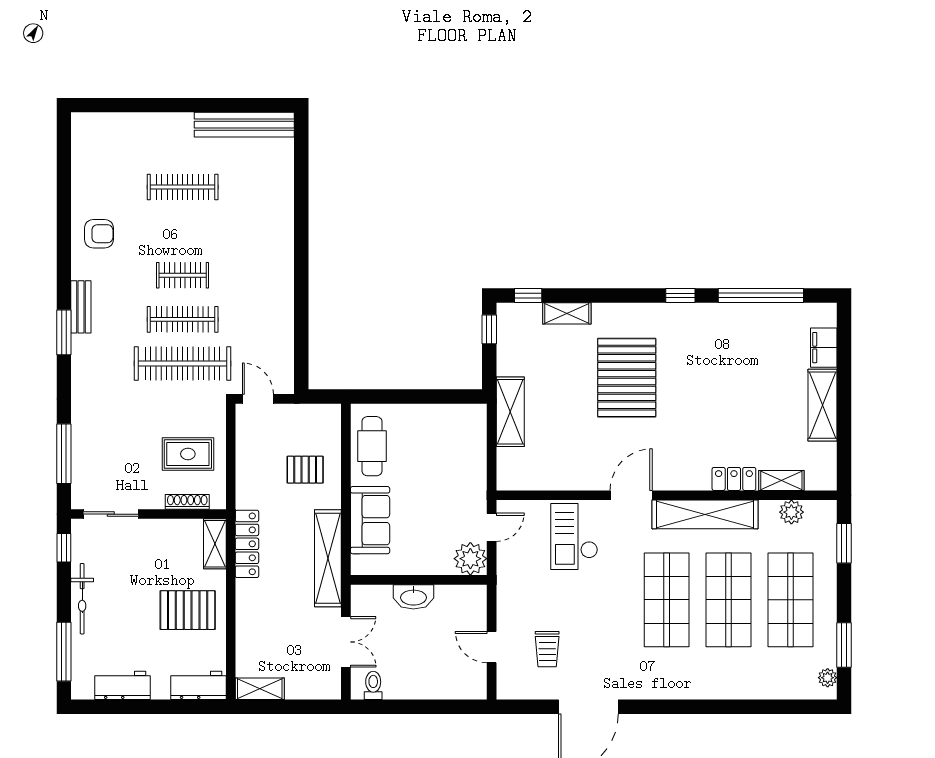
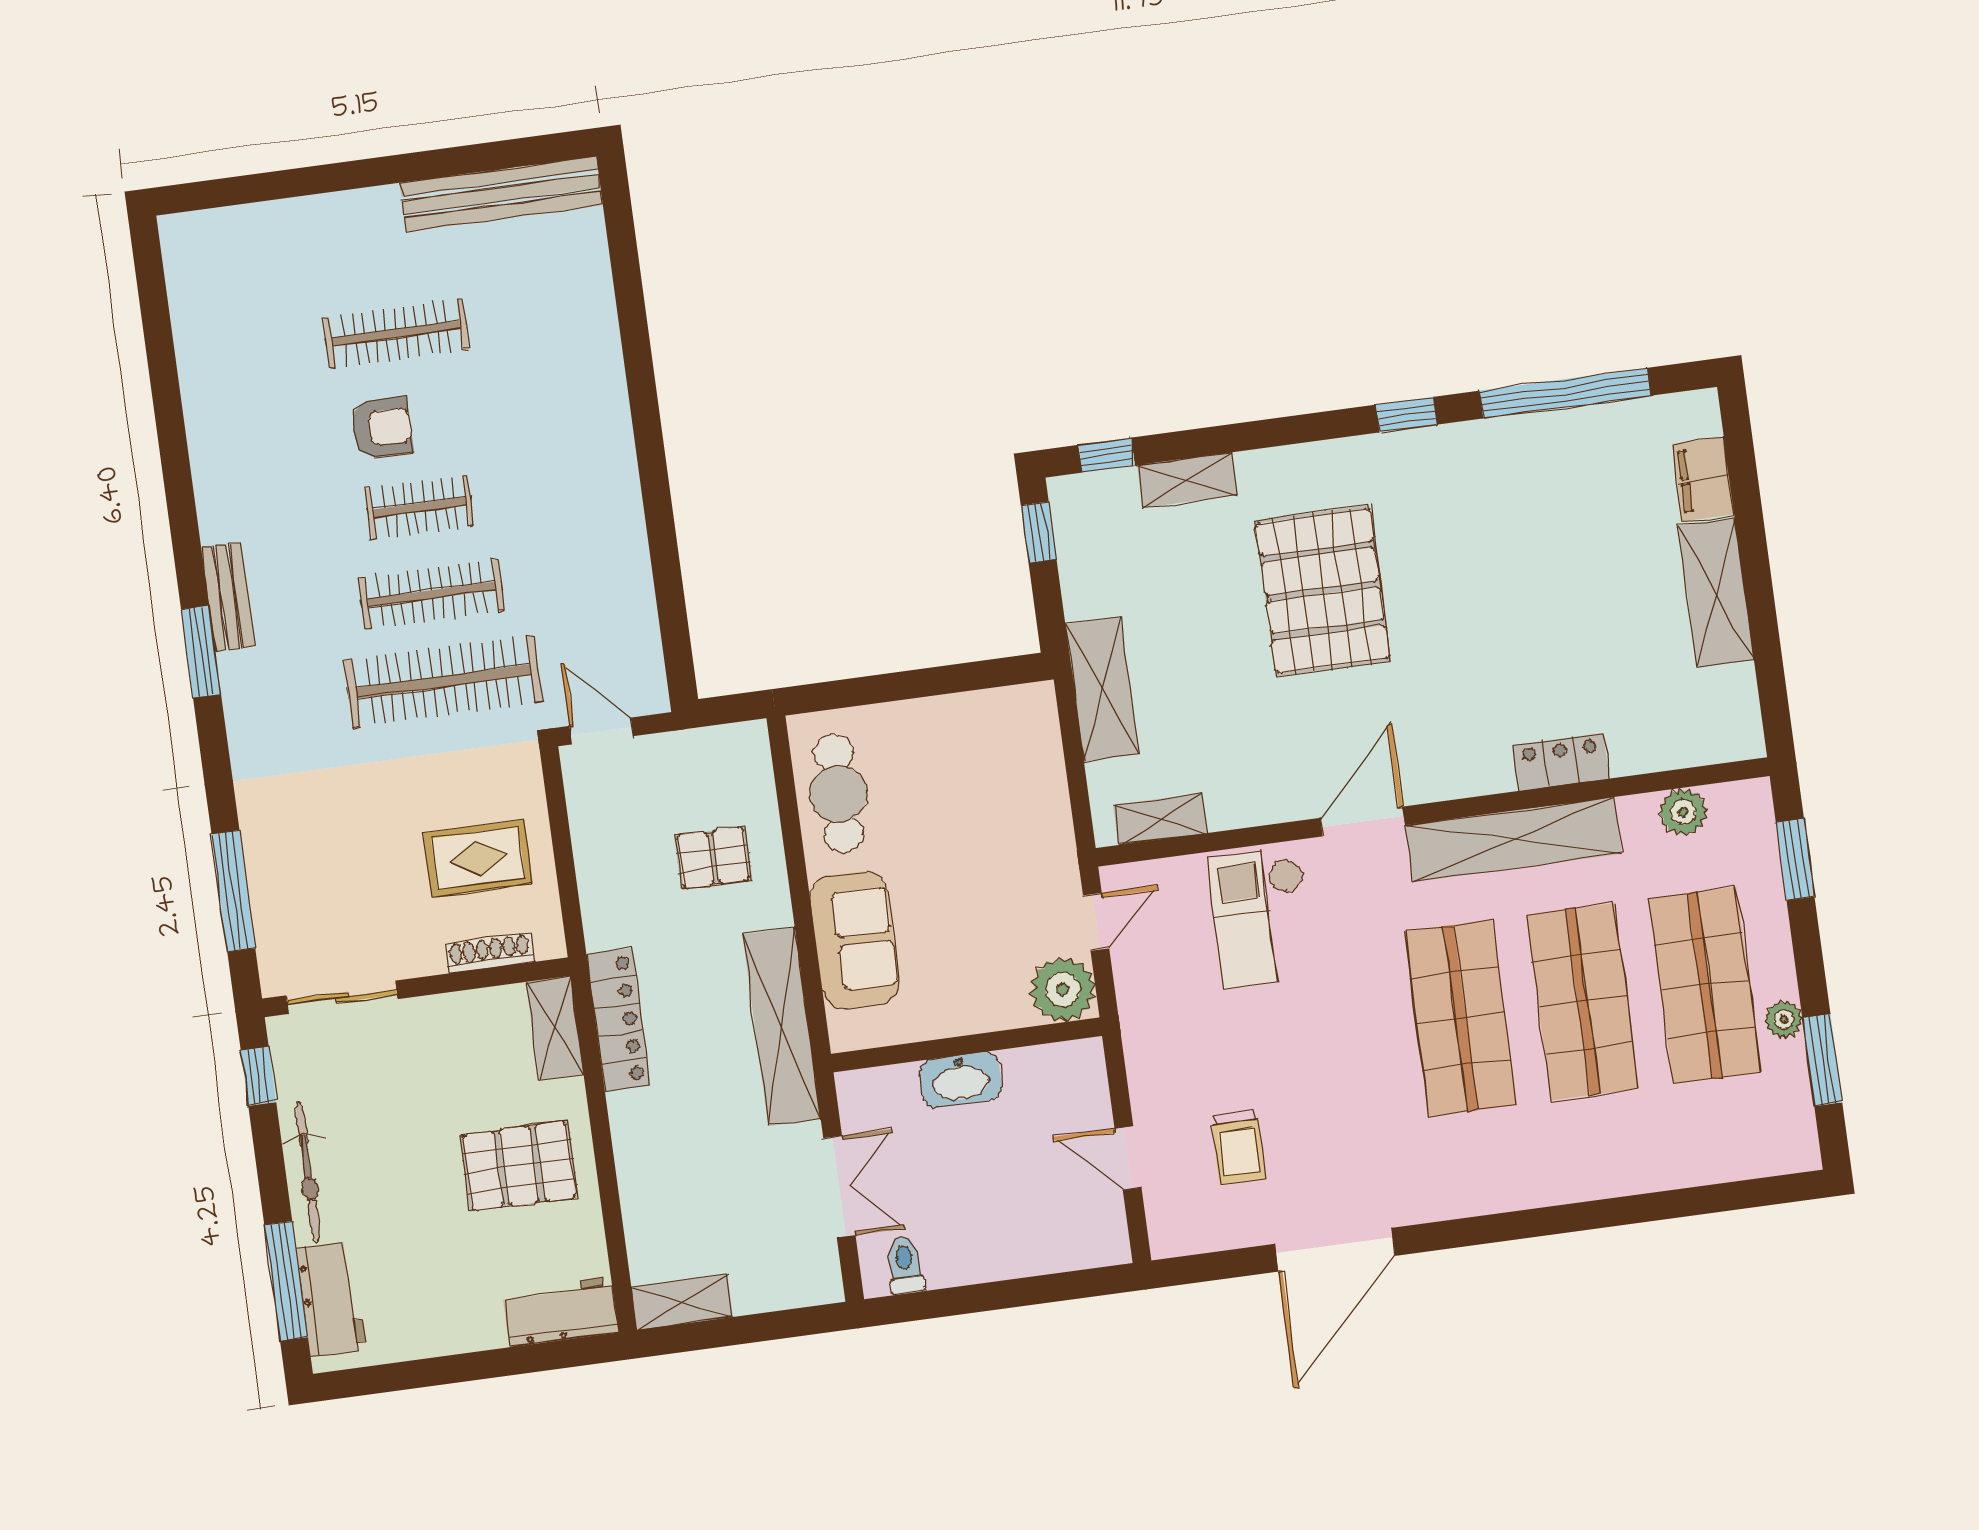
armchair: (99, 234) -> (382, 428), moved
shelving: (781, 480) -> (1160, 819), moved
plant: (828, 678) -> (1784, 1020), moved
workbench: (122, 685) -> (331, 1299), moved, turned 90

